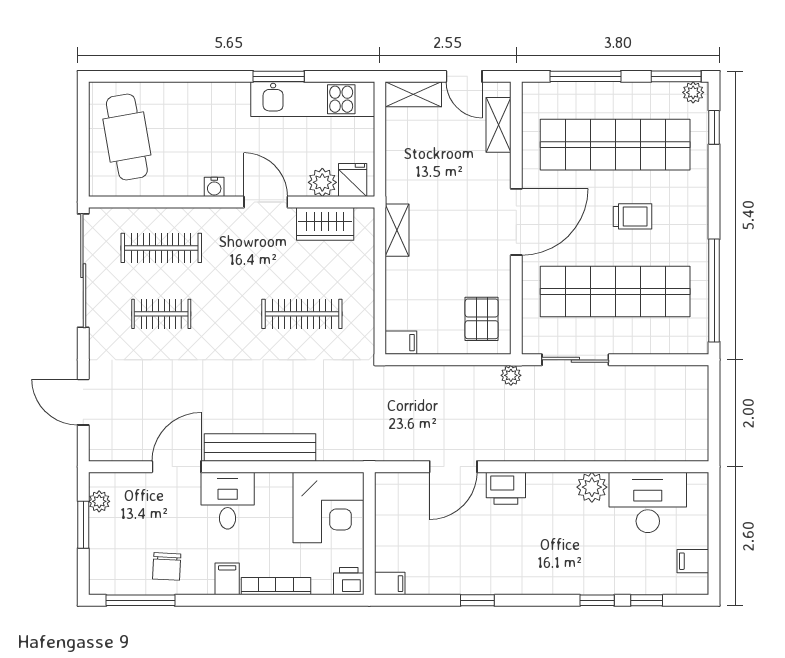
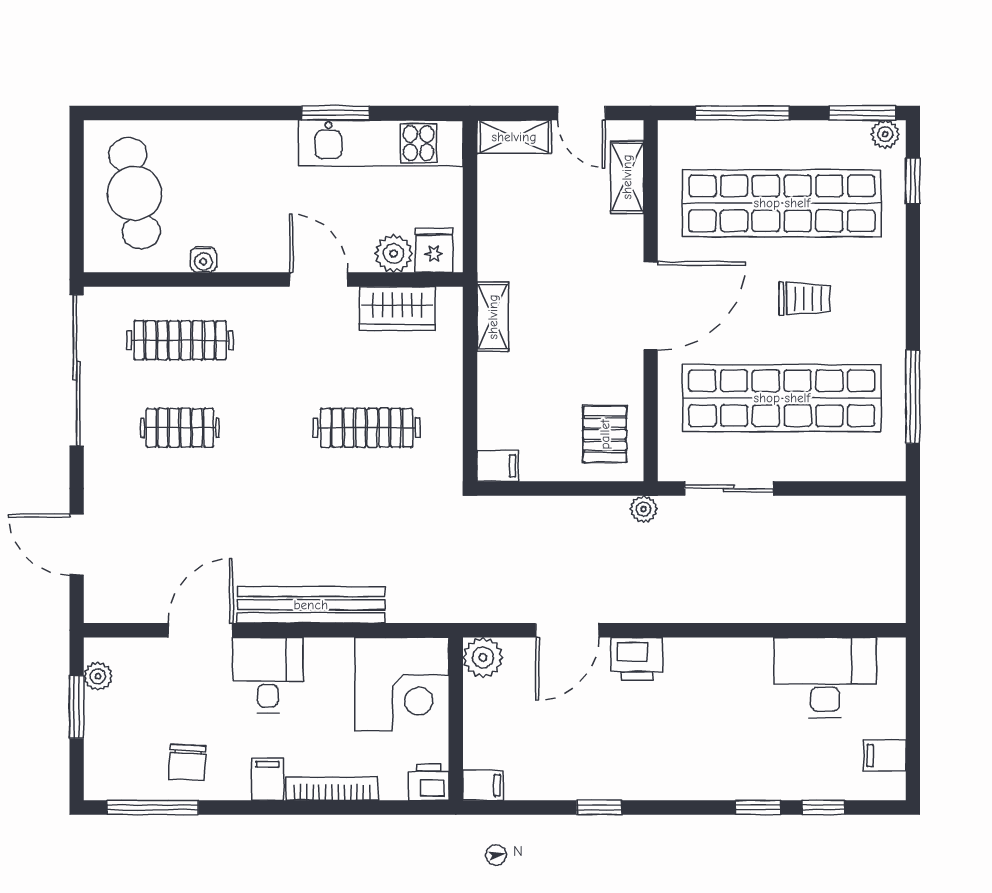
water cooler: (214, 187) -> (203, 259), moved
window: (714, 290) -> (913, 397), width x0.68
plant: (592, 487) -> (483, 657), moved

